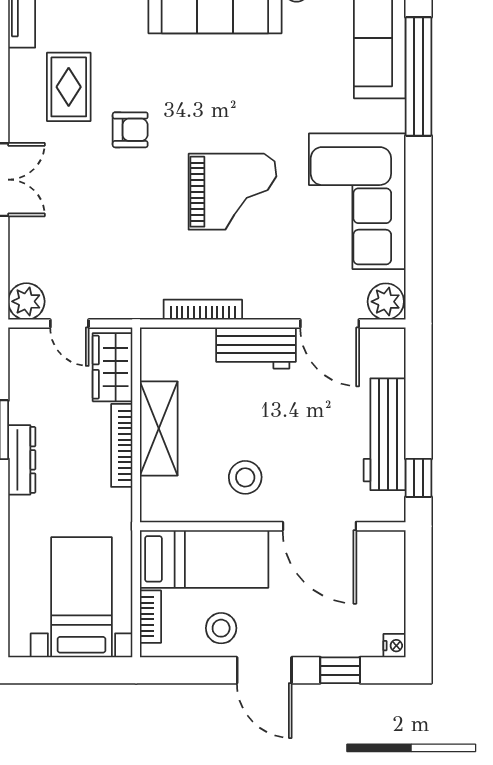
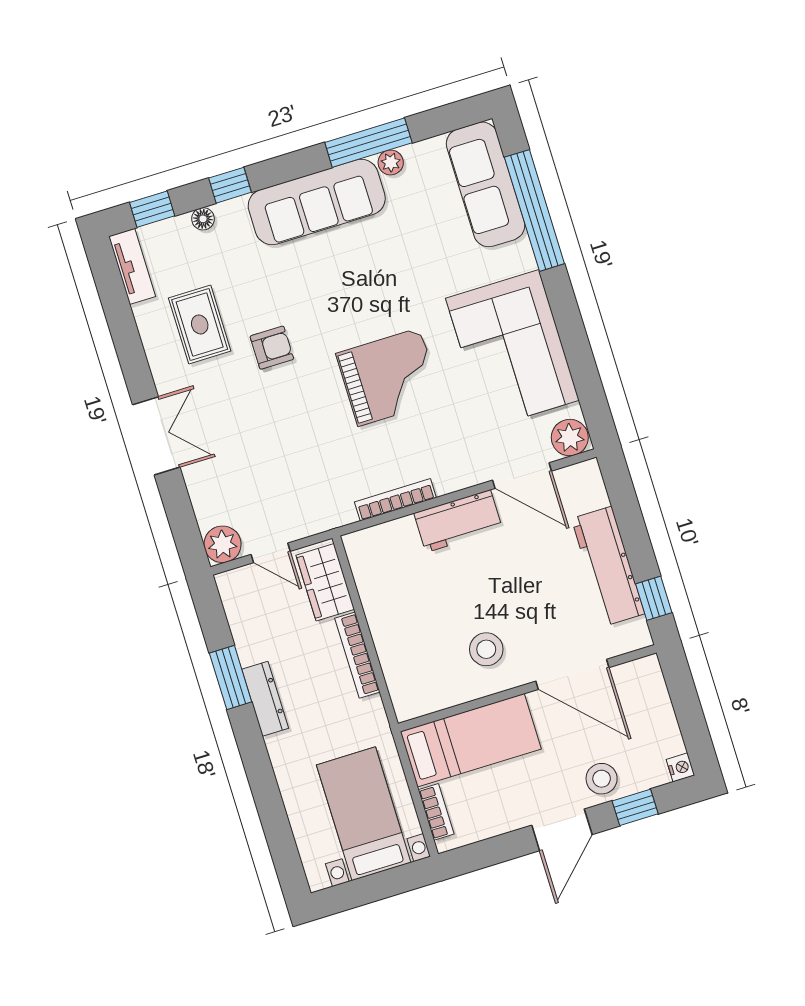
shelving: (159, 429) -> (388, 628), removed
stool: (221, 628) -> (602, 779), moved
door: (264, 670) -> (562, 830), hinge flipped

